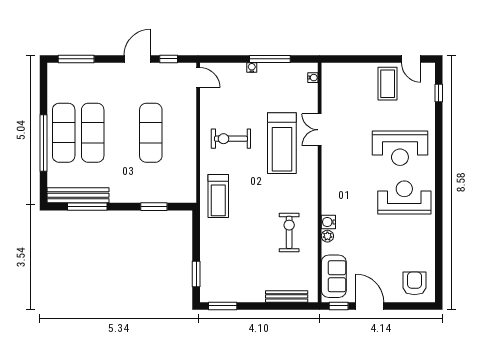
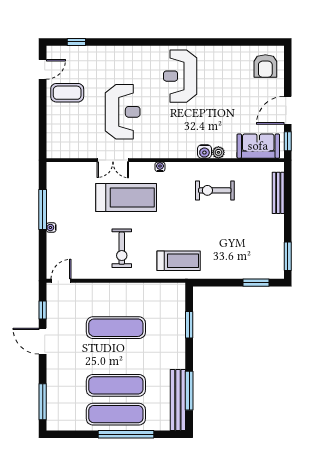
water cooler: (313, 78) -> (160, 167), moved
reception desk: (400, 148) -> (123, 112), moved
armchair: (415, 283) -> (265, 66), turned -90

